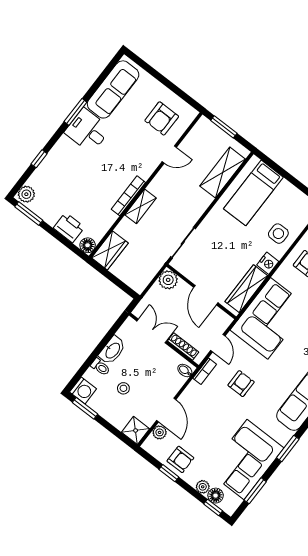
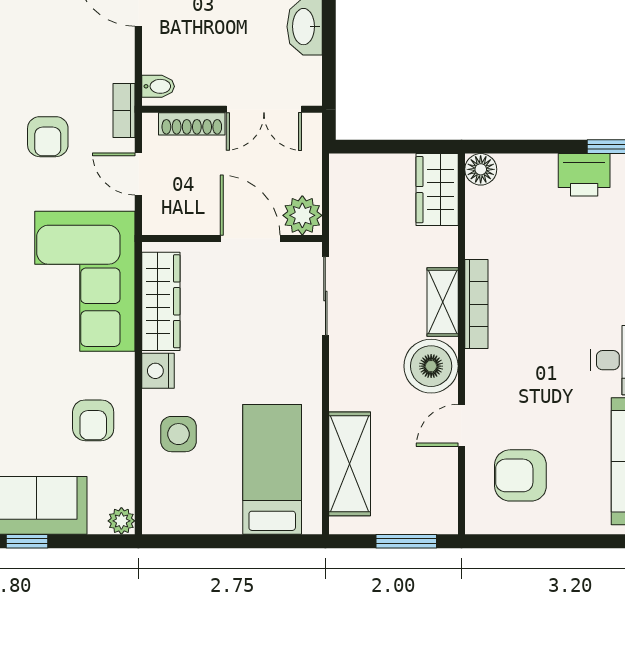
armchair: (162, 118) -> (520, 475), turned -90
boiler: (164, 186) -> (431, 366), added
printer: (69, 228) -> (584, 175), moved
door: (206, 295) -> (250, 239), moved

